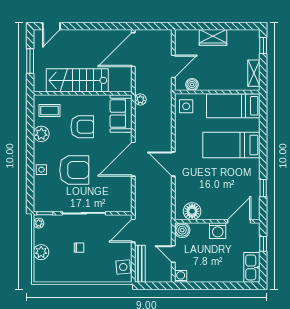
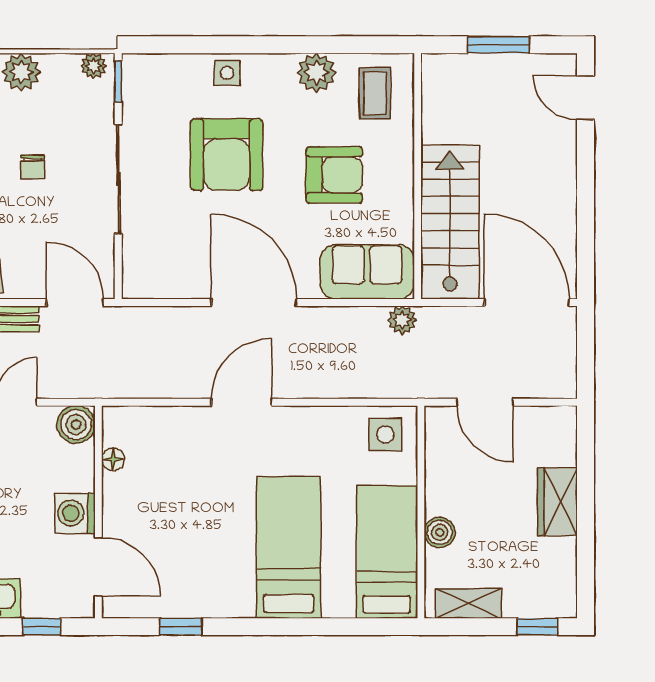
stairs: (77, 80) -> (450, 222), moved
boiler: (192, 85) -> (440, 532), moved
armchair: (82, 127) -> (334, 175), turned -90
floor lamp: (192, 211) -> (113, 459), width x0.53, depth x0.53

